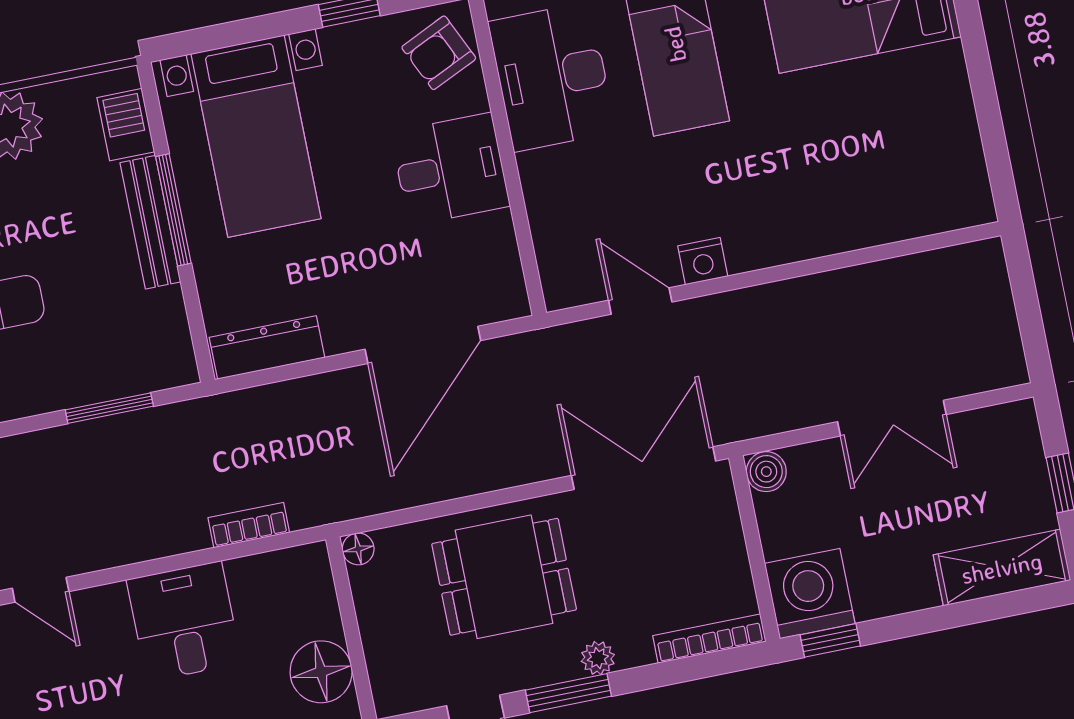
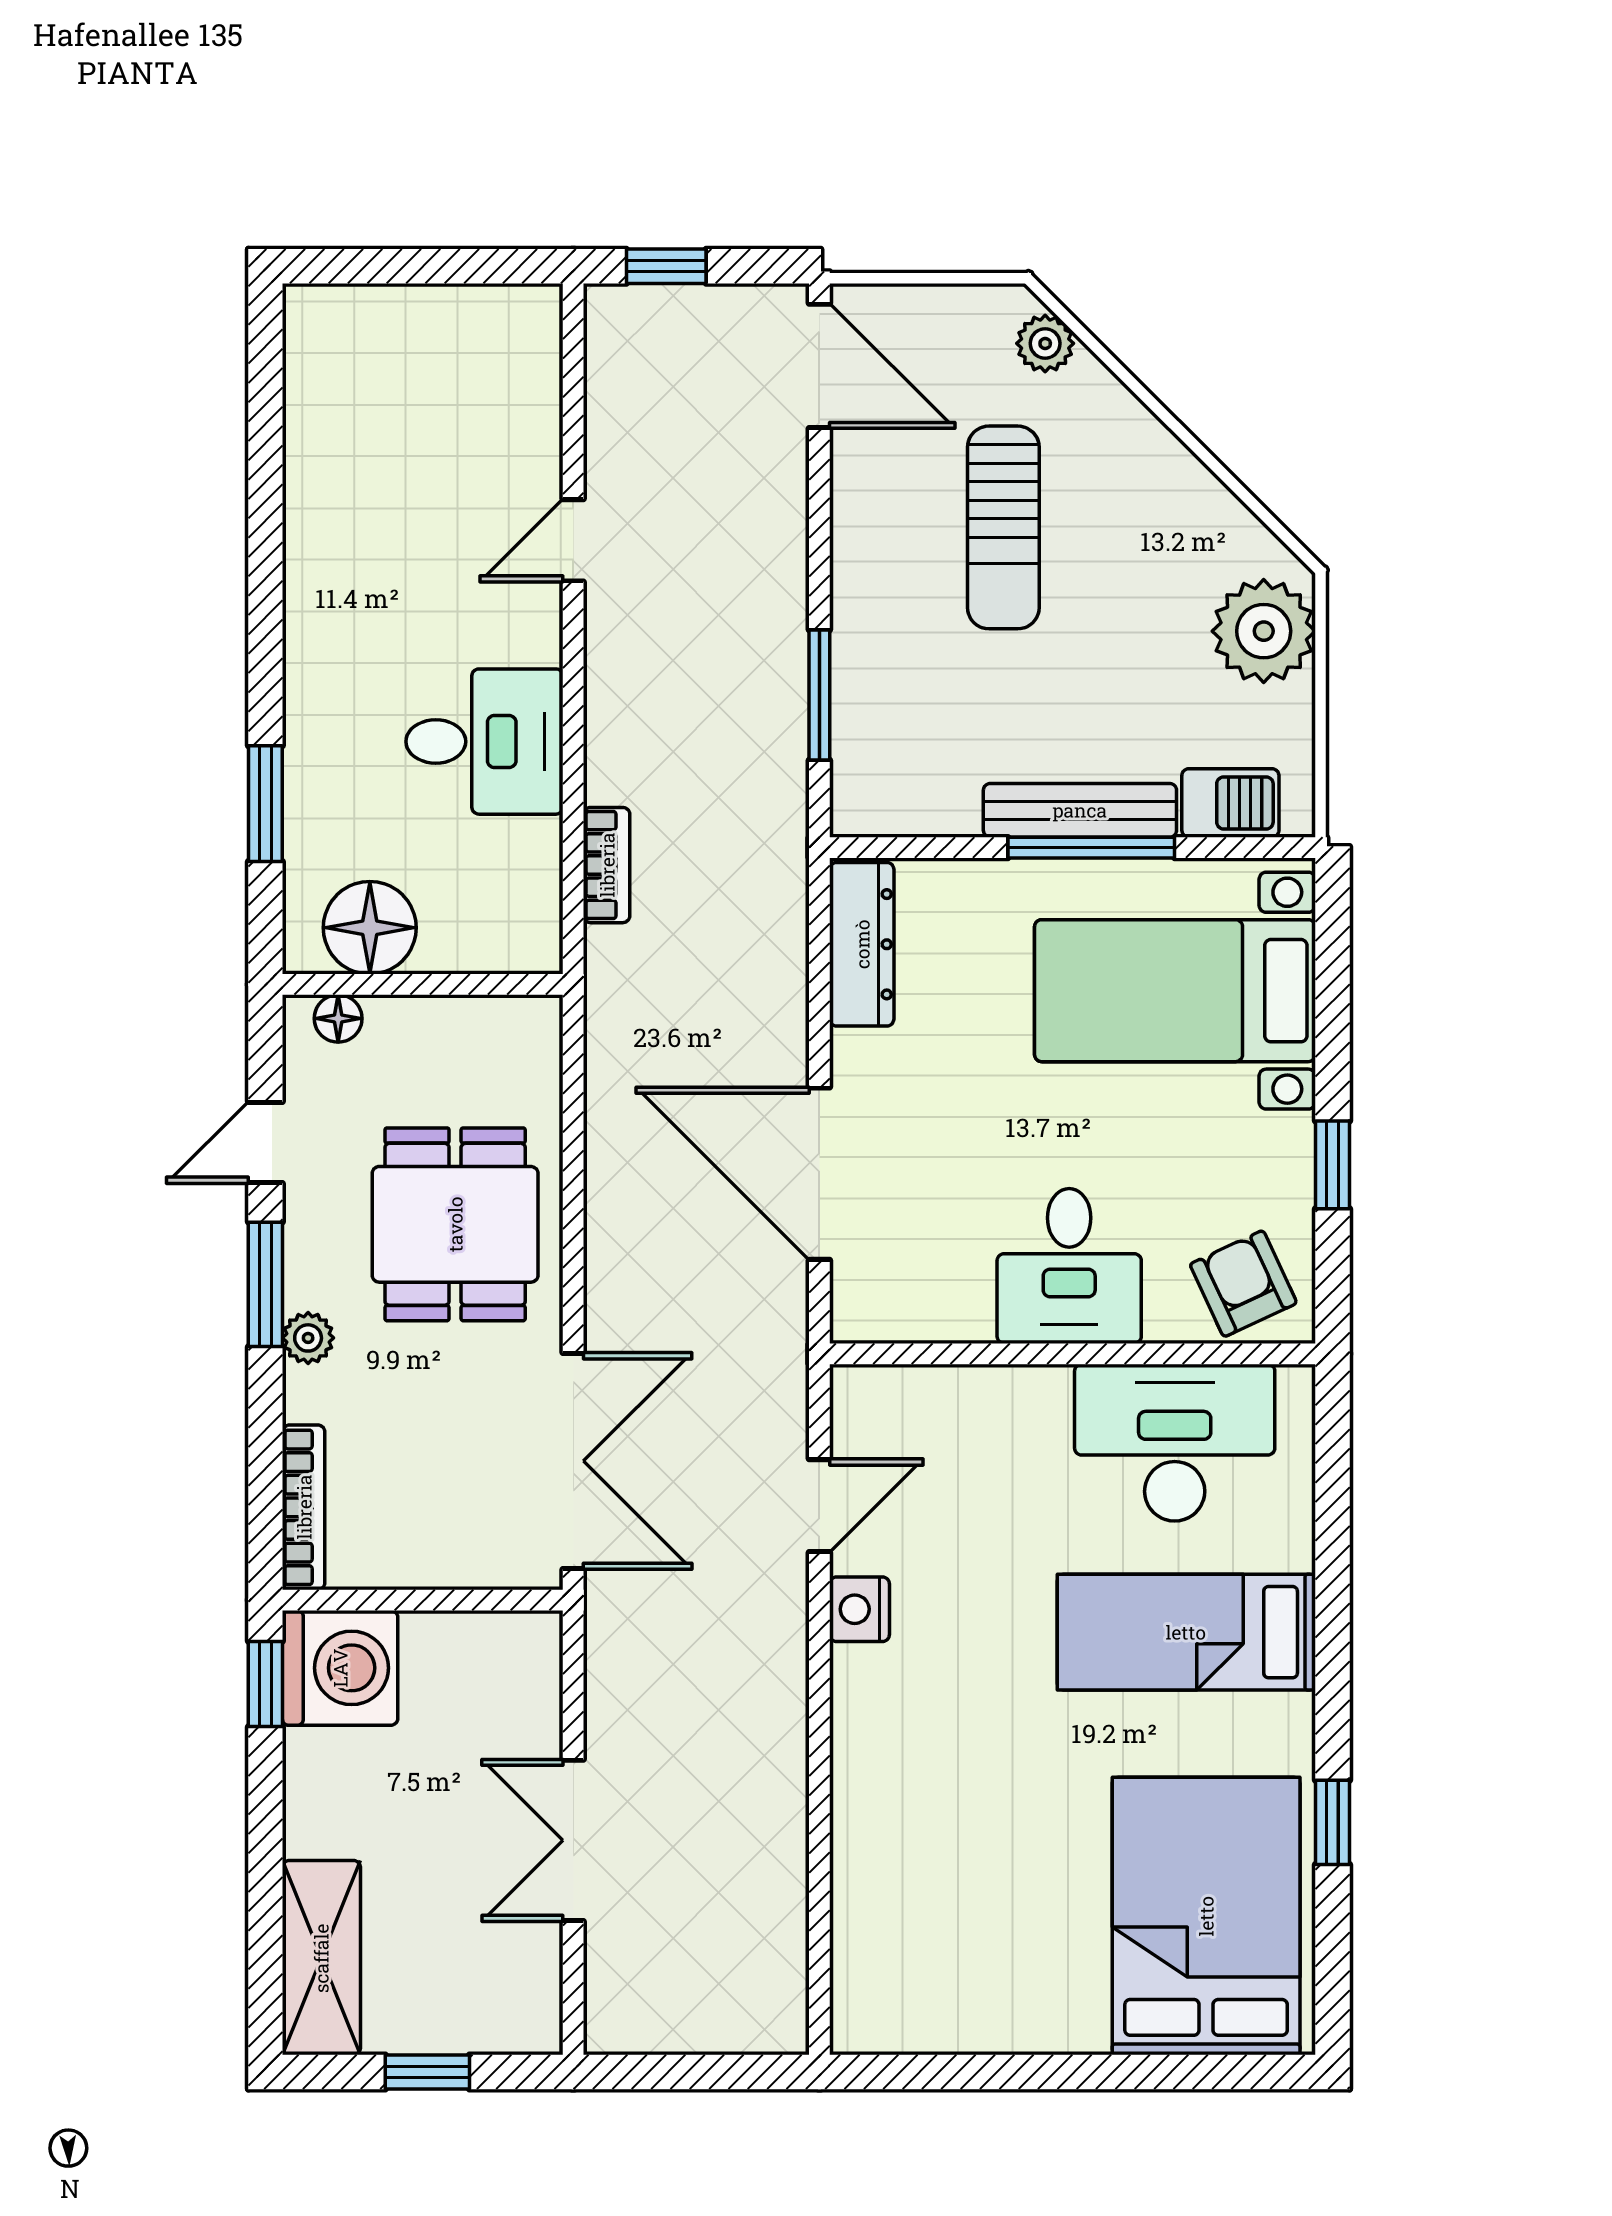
boiler: (766, 472) -> (532, 1640), removed
floor lamp: (358, 549) -> (338, 1018), moved

